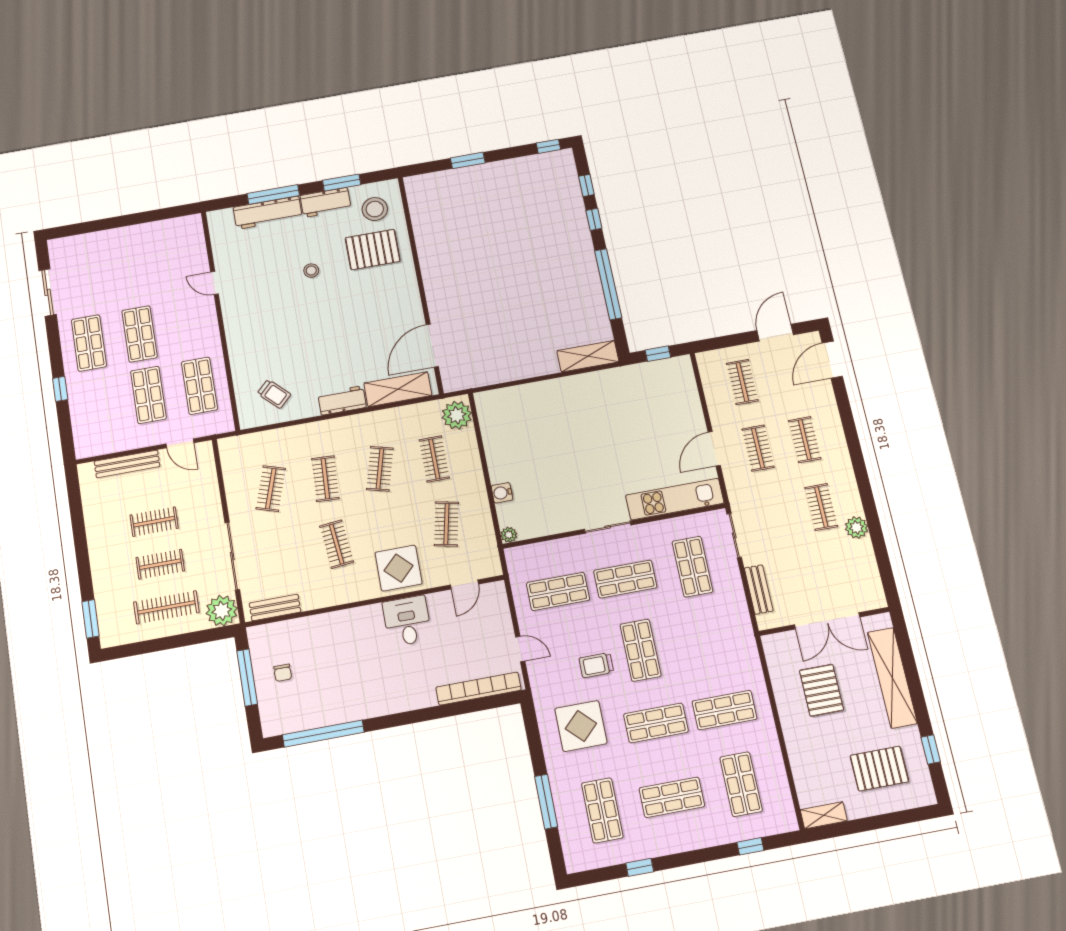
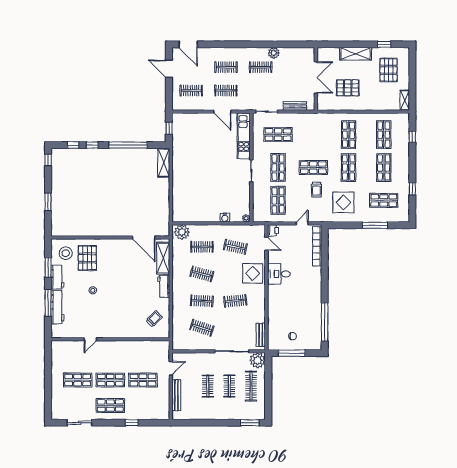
shop shelf: (199, 386) -> (78, 380), moved
printer: (494, 592) -> (273, 230), added
shelving: (892, 678) -> (356, 54), width x0.68
shop shelf: (741, 784) -> (384, 135), turned 90

